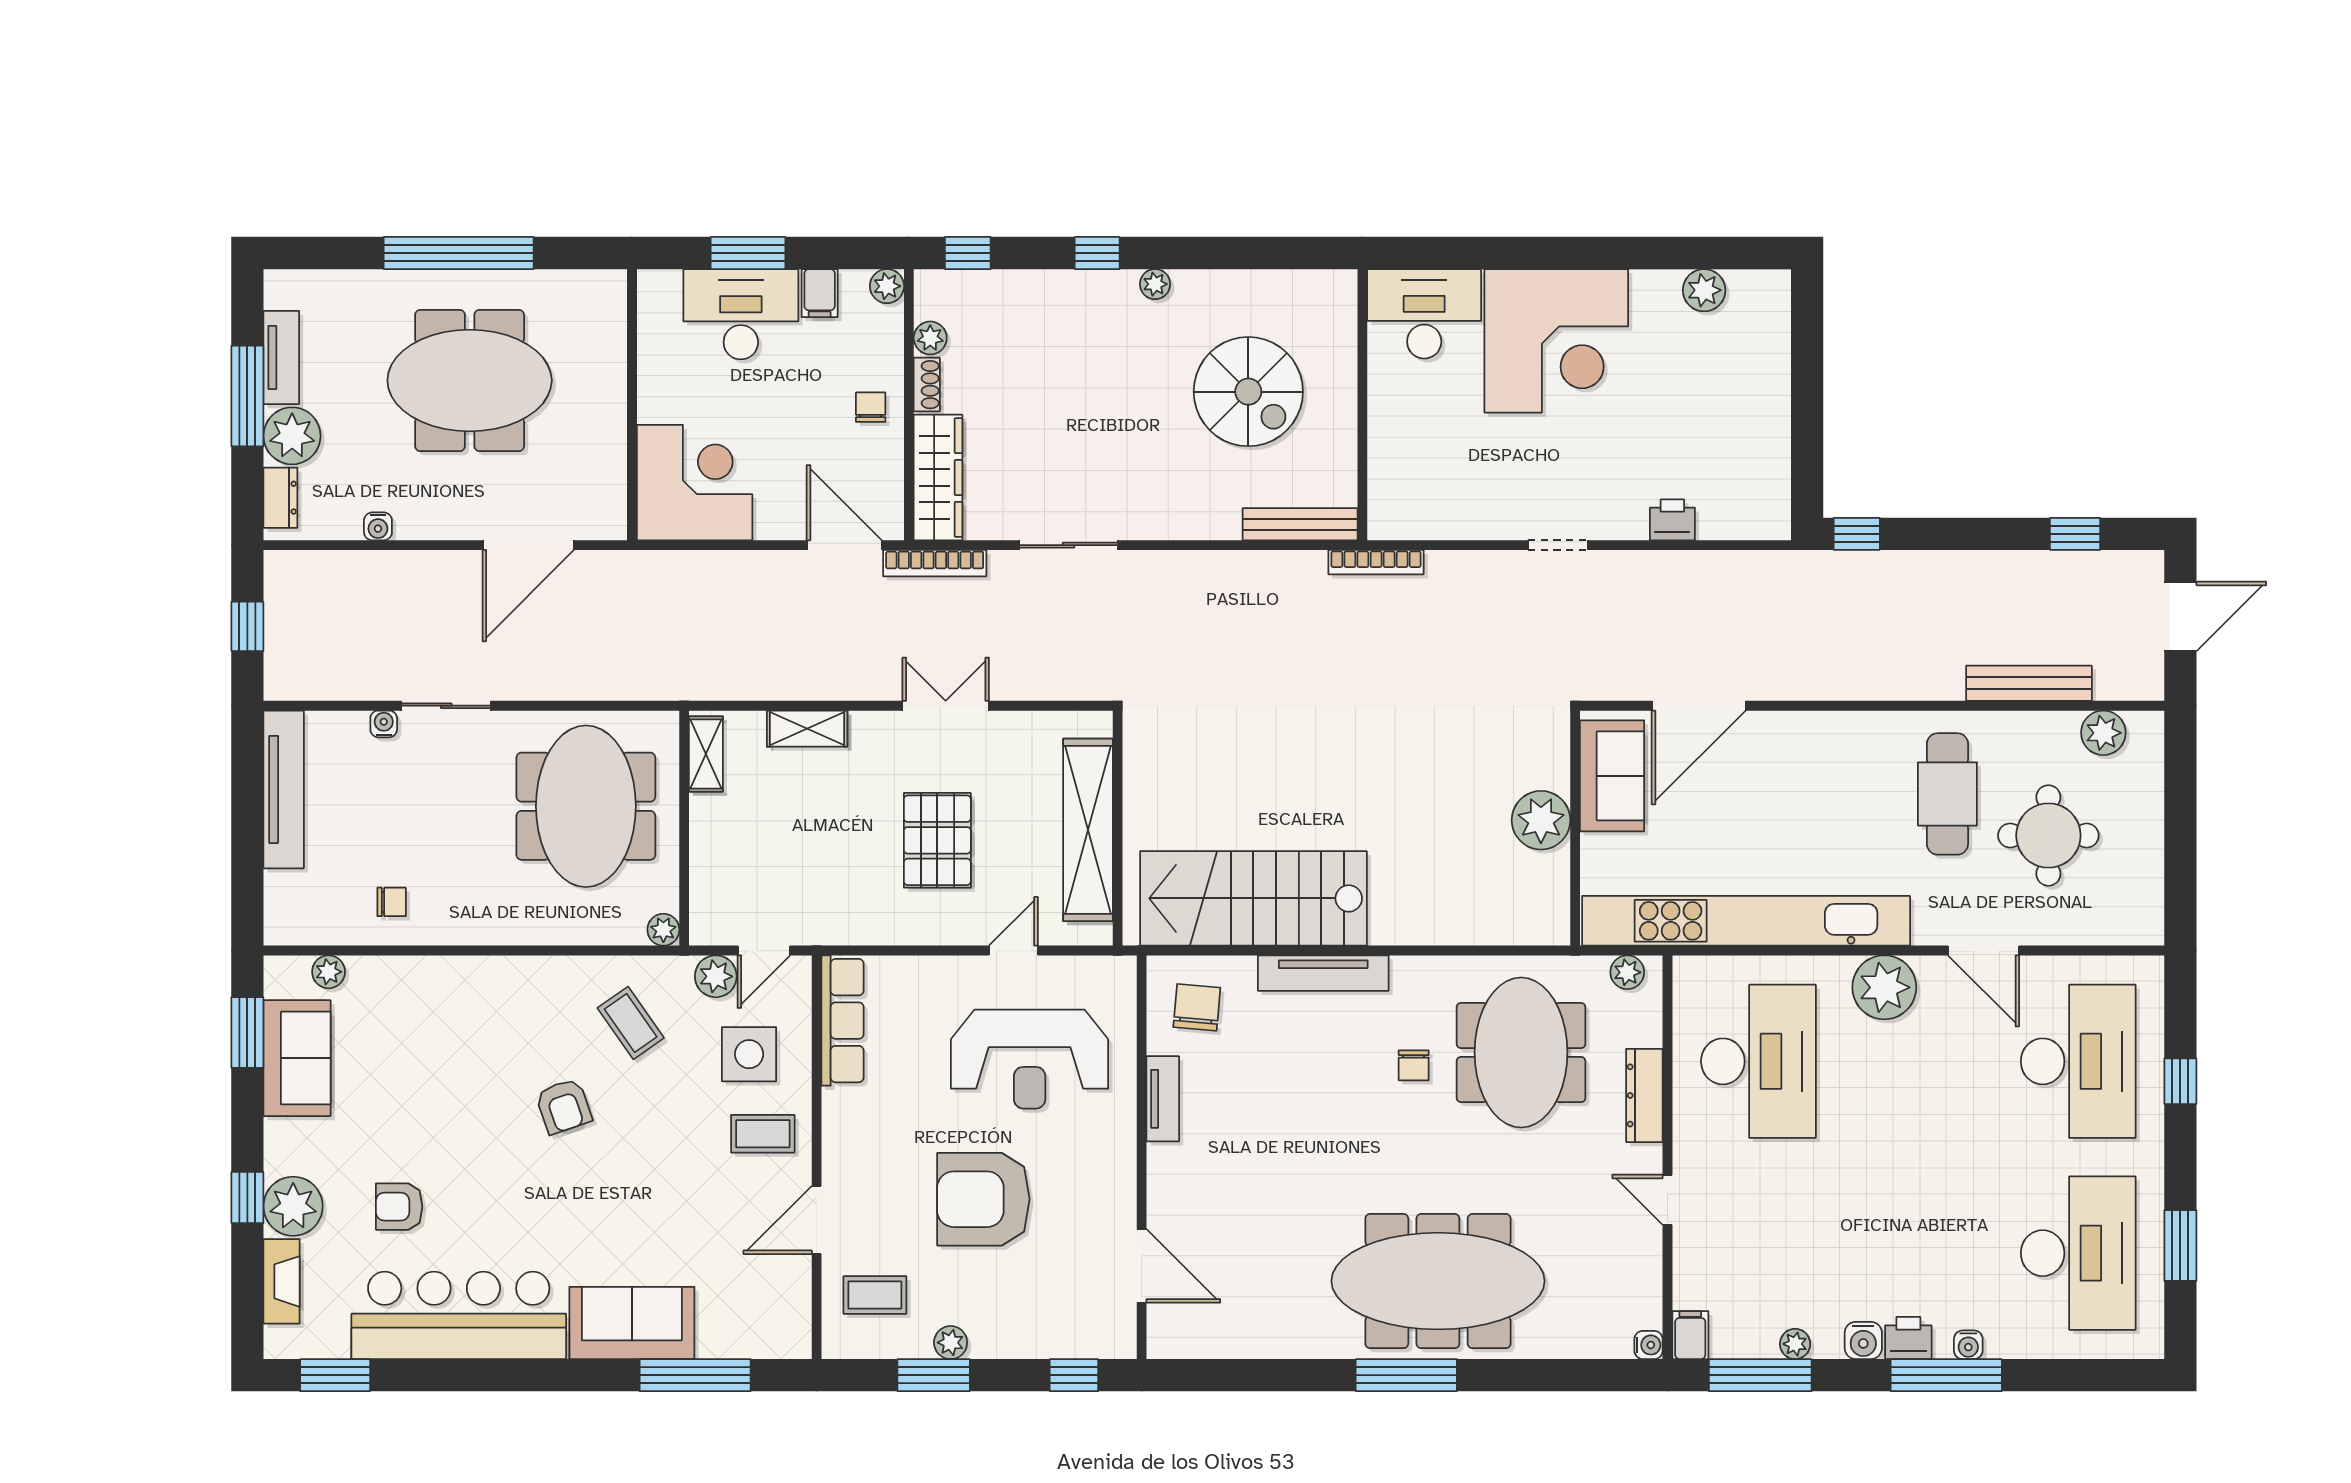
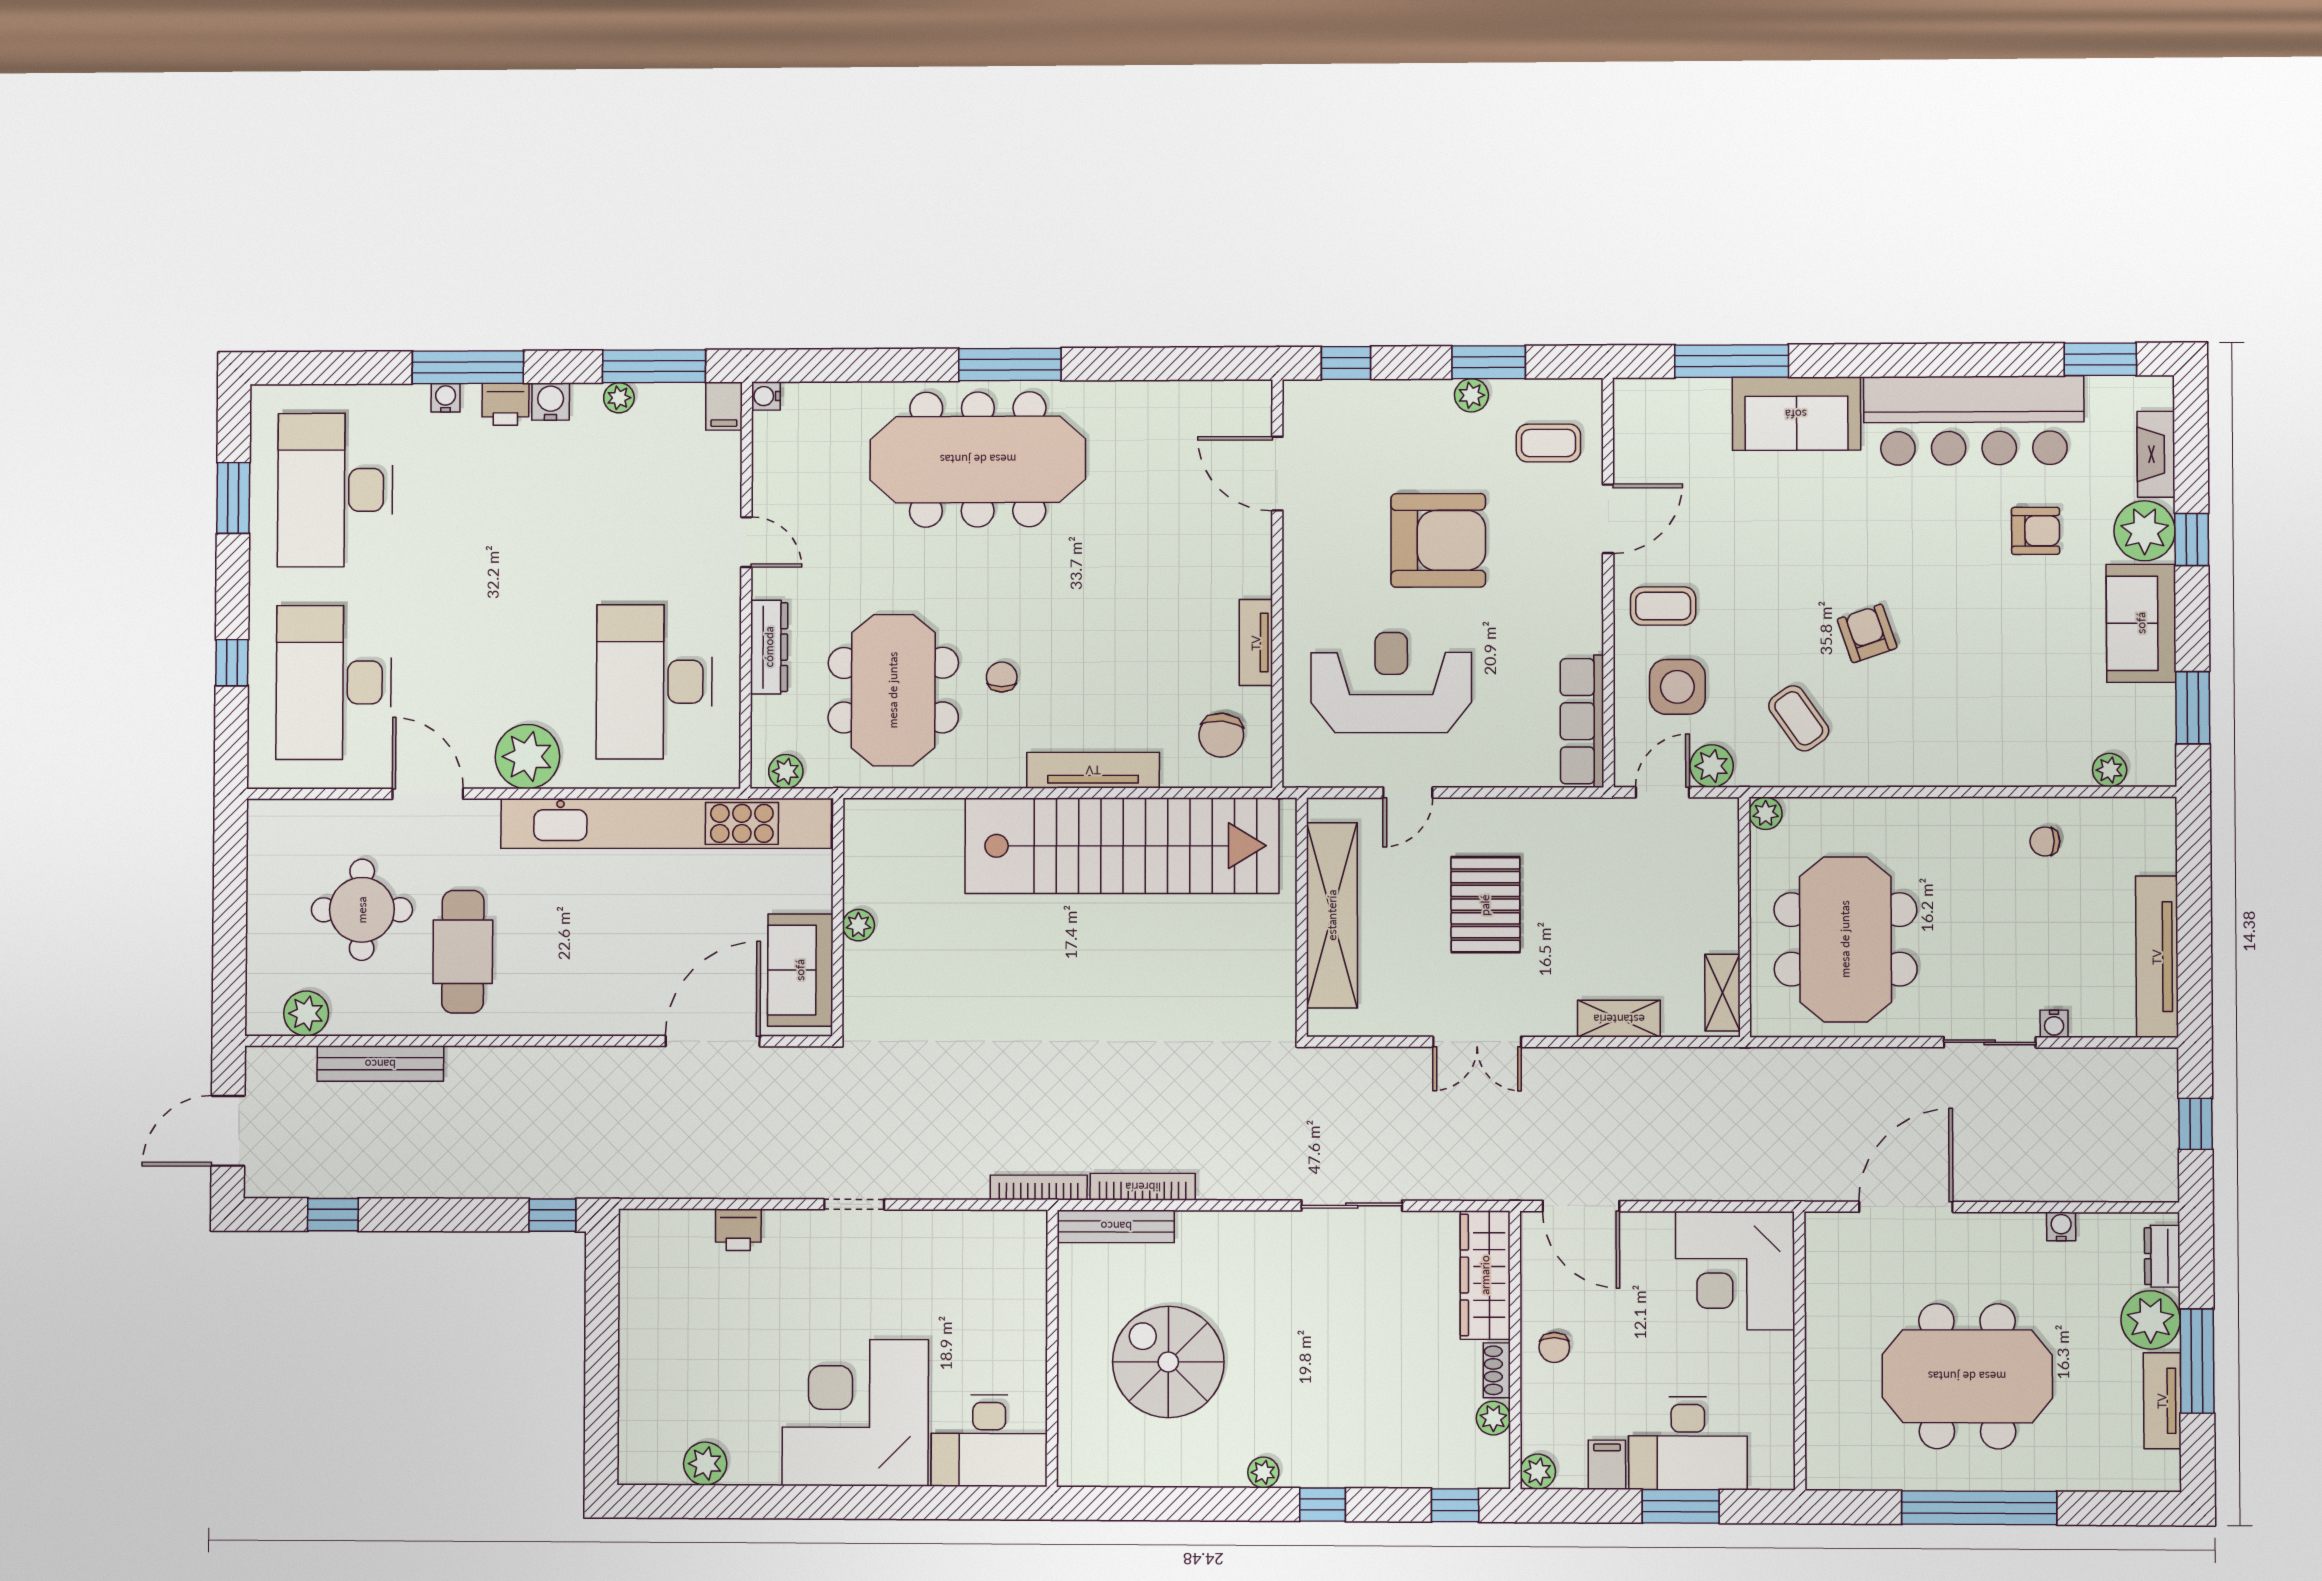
bookcase: (935, 563) -> (1143, 1187), moved
plant: (1541, 820) -> (858, 925), width x0.53, depth x0.53
stairs: (1253, 898) -> (1122, 846), width x1.36
sofa: (297, 1058) -> (2141, 623), moved

